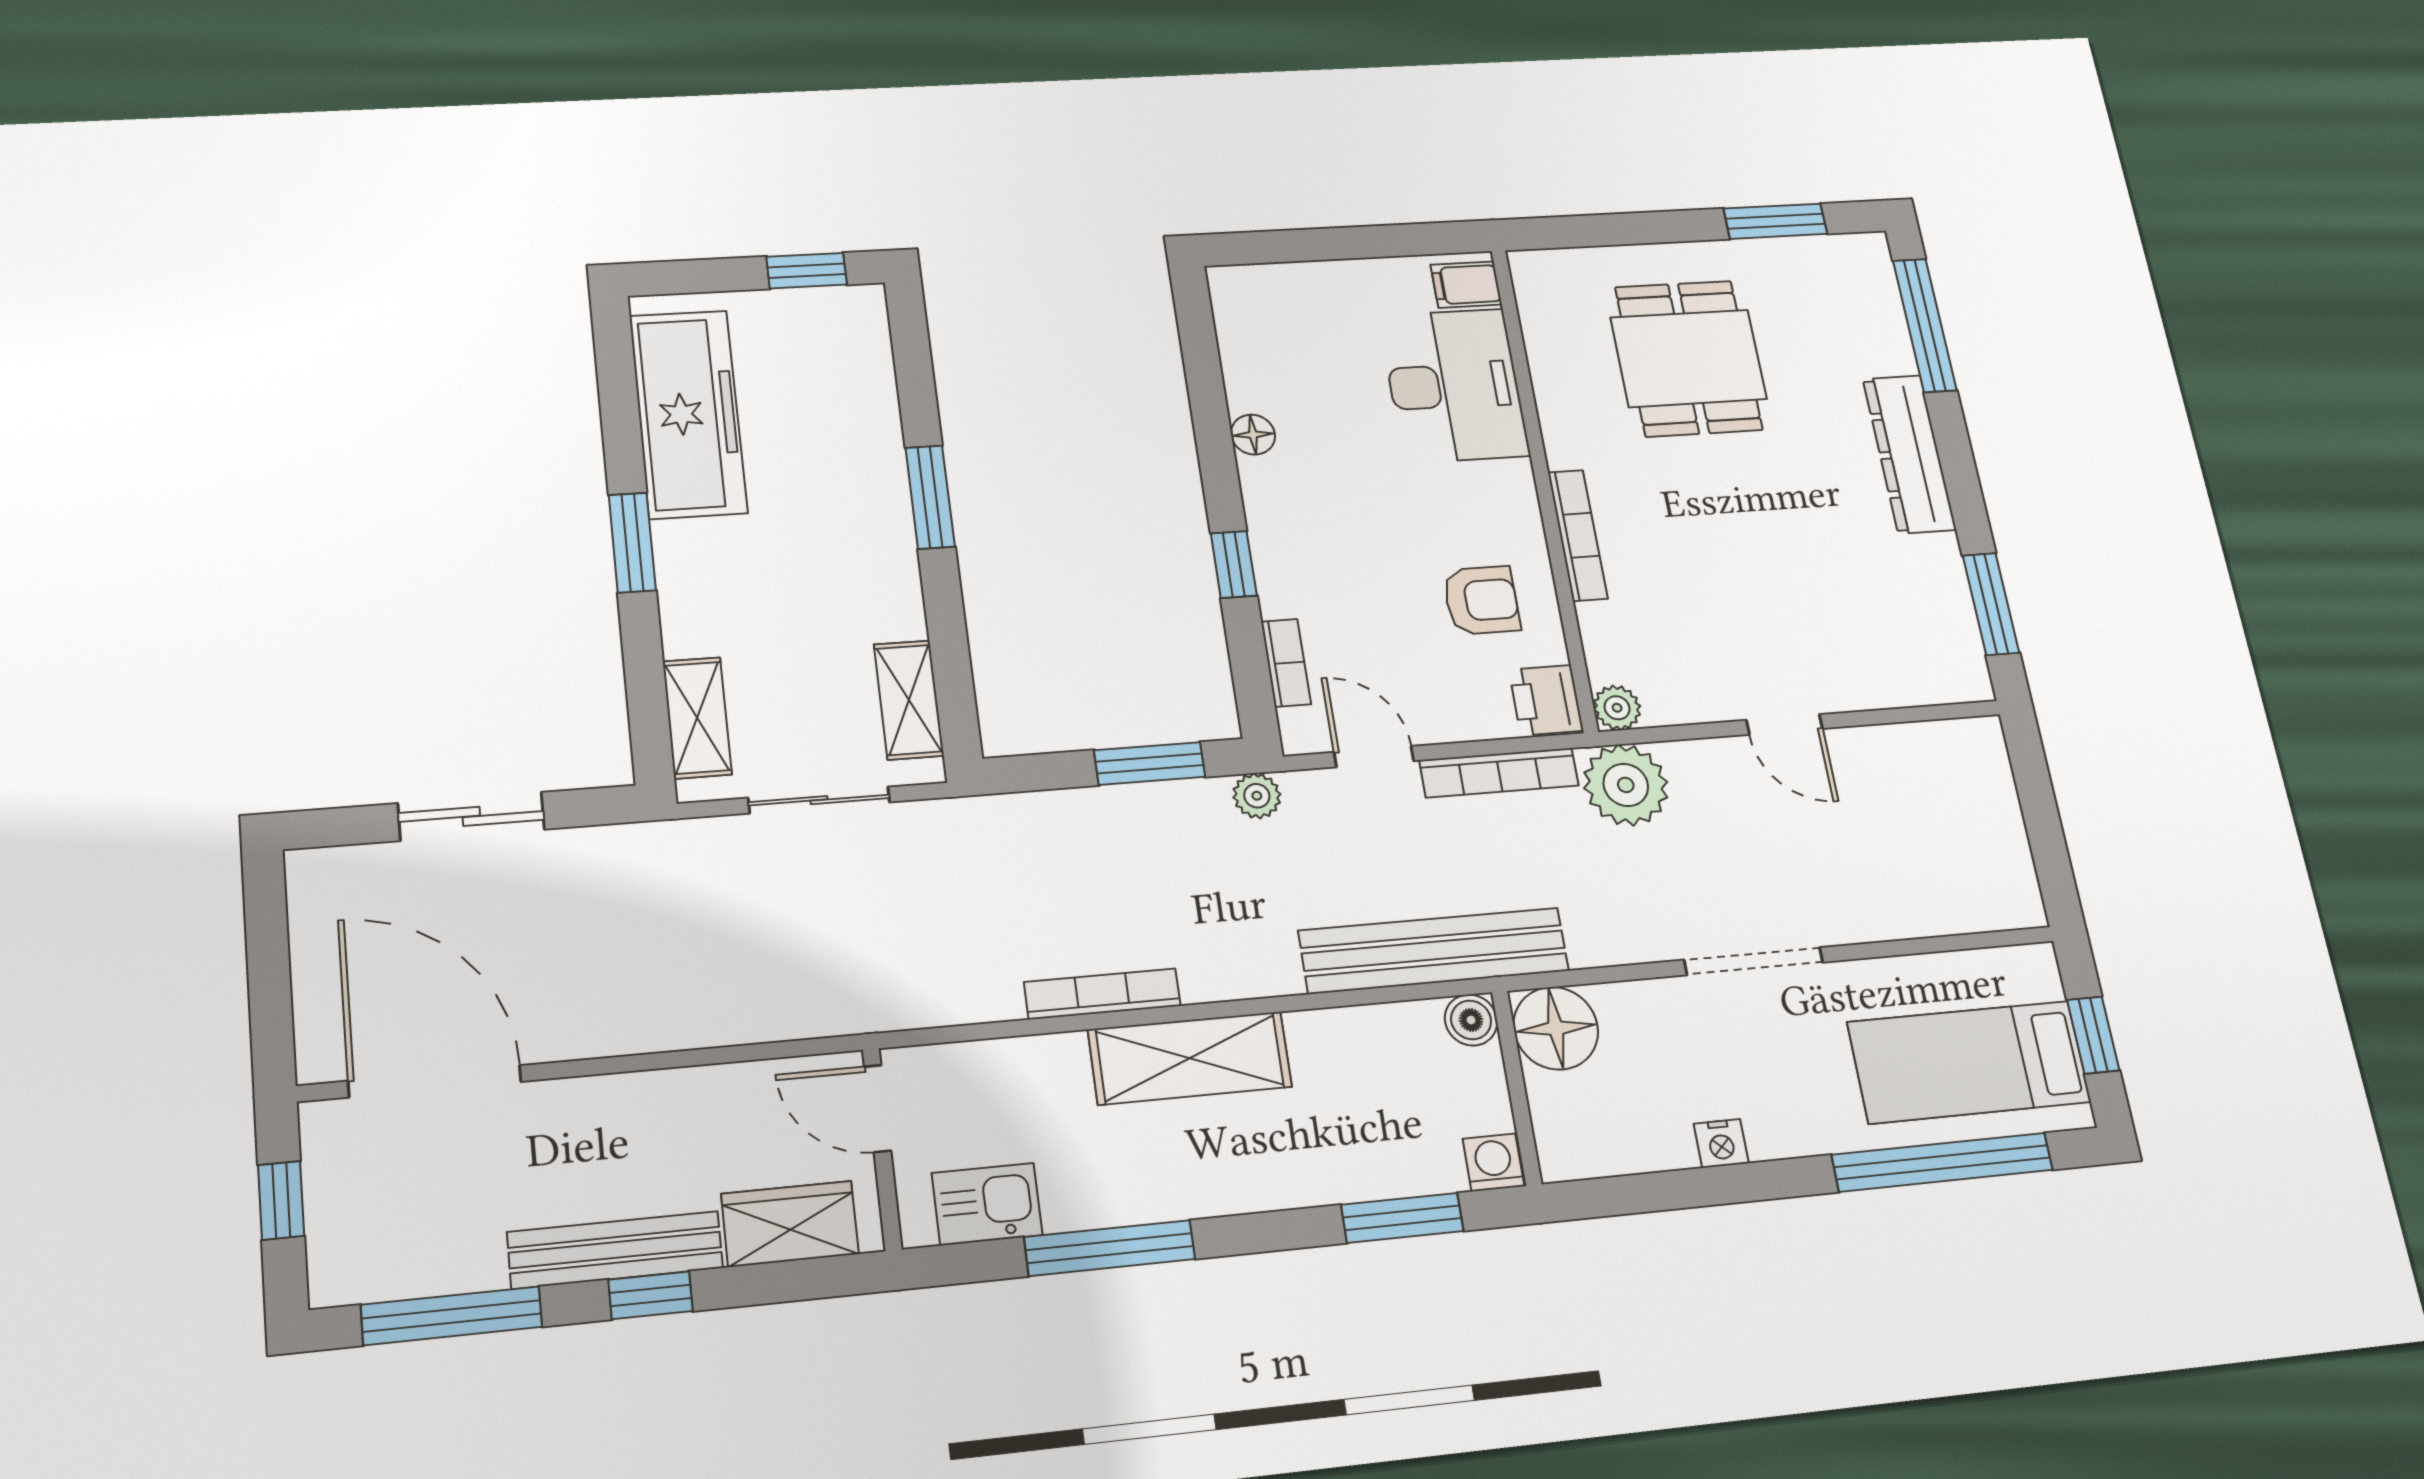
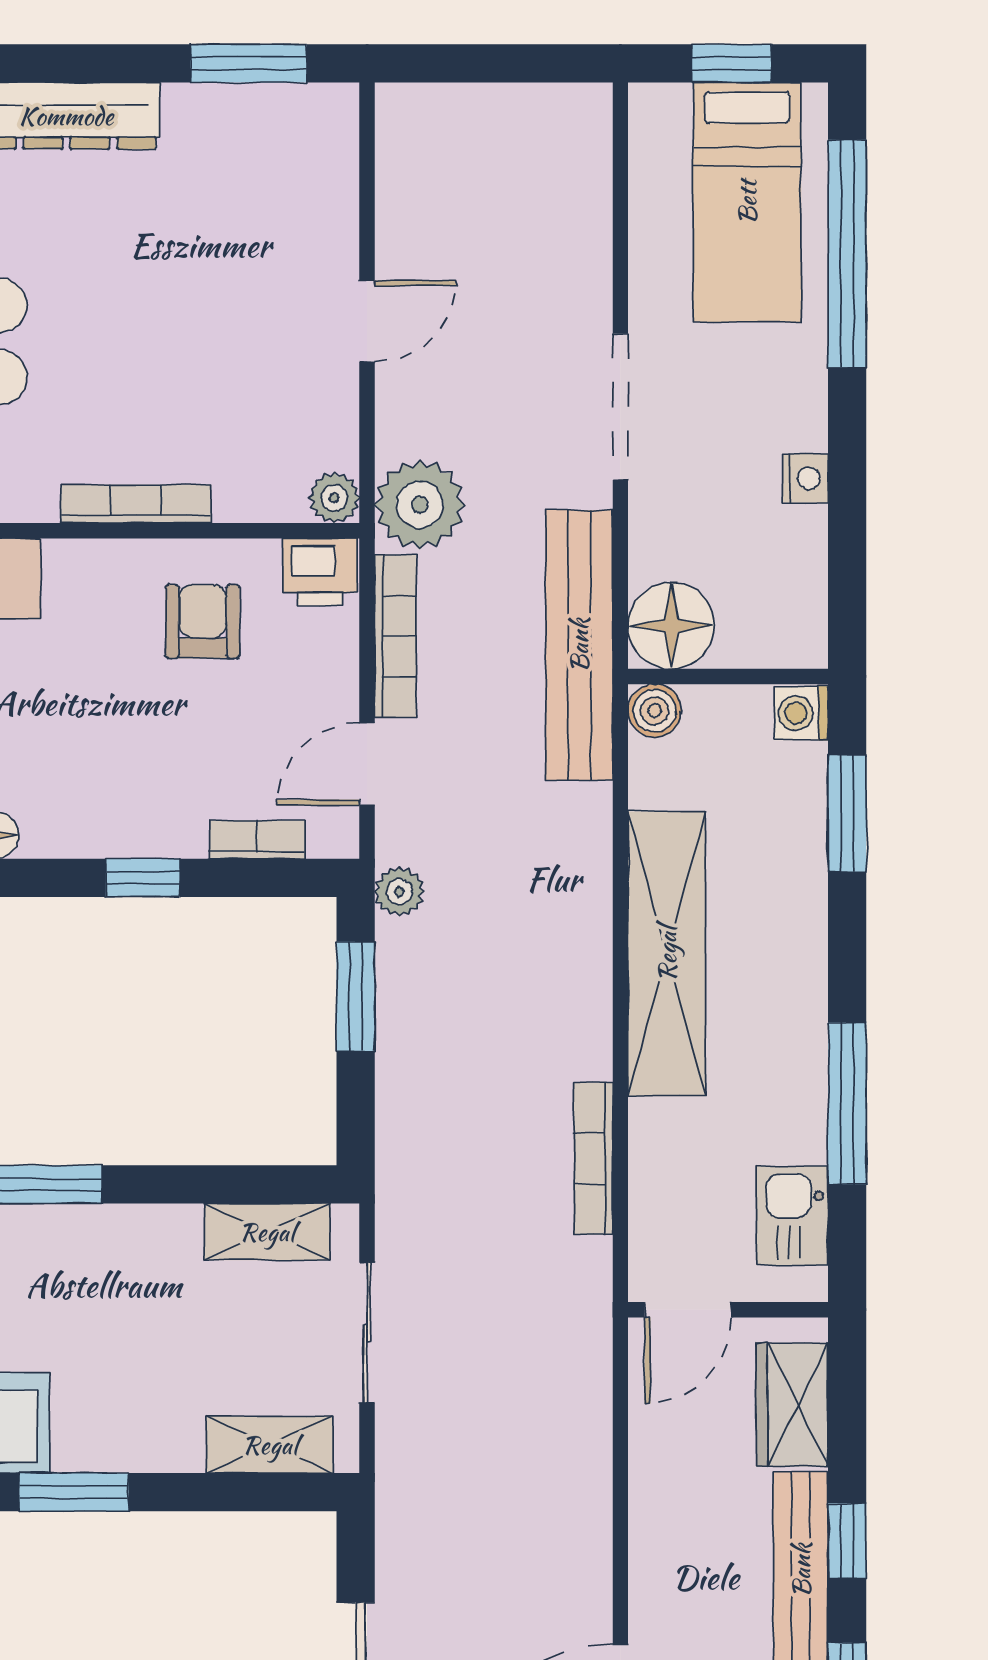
bench: (1434, 951) -> (579, 645), moved
bookcase: (1102, 994) -> (593, 1159), moved
shelving: (1190, 1058) -> (667, 954), width x1.47

